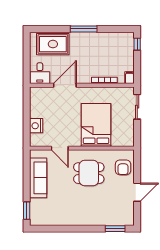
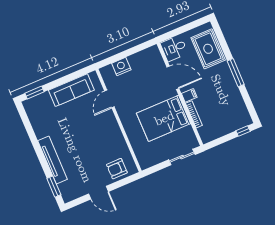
filing cabinet: (129, 78) -> (189, 95), moved
bed: (96, 125) -> (164, 118), moved, turned 180
dining table: (89, 173) -> (97, 138), removed
tv unit: (92, 220) -> (53, 160), added

